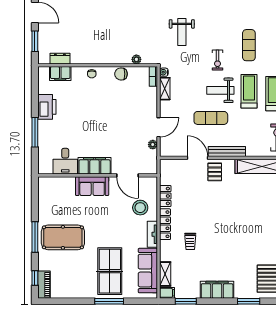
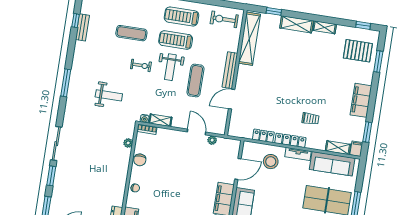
pallet: (215, 172) -> (248, 85), removed
window: (249, 301) -> (378, 62), moved

